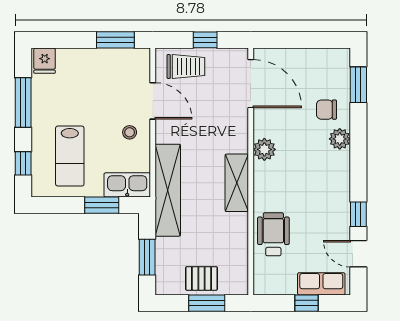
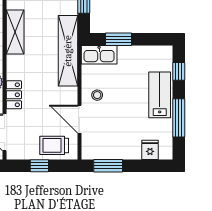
fridge: (45, 61) -> (150, 150), moved
locker: (238, 133) -> (14, 95), added
lab bench: (70, 156) -> (160, 95), moved
shelving: (237, 183) -> (15, 32), moved

